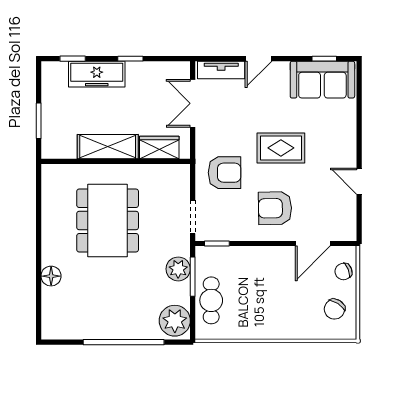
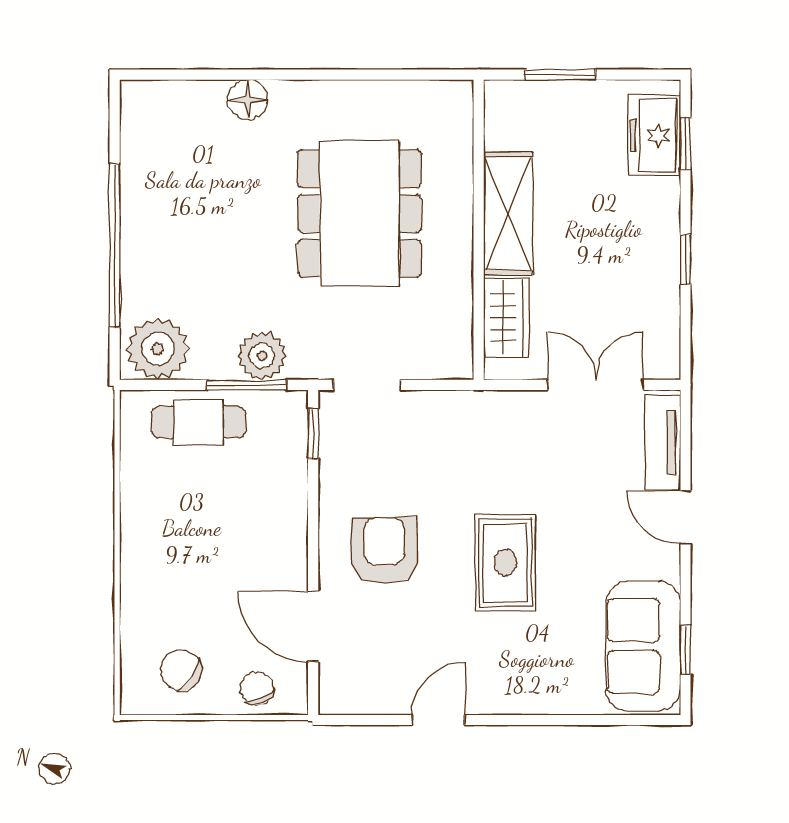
freezer: (97, 74) -> (654, 136), moved, width x0.71
armchair: (225, 173) -> (456, 449), removed
dining table: (108, 221) -> (359, 213), turned 90

